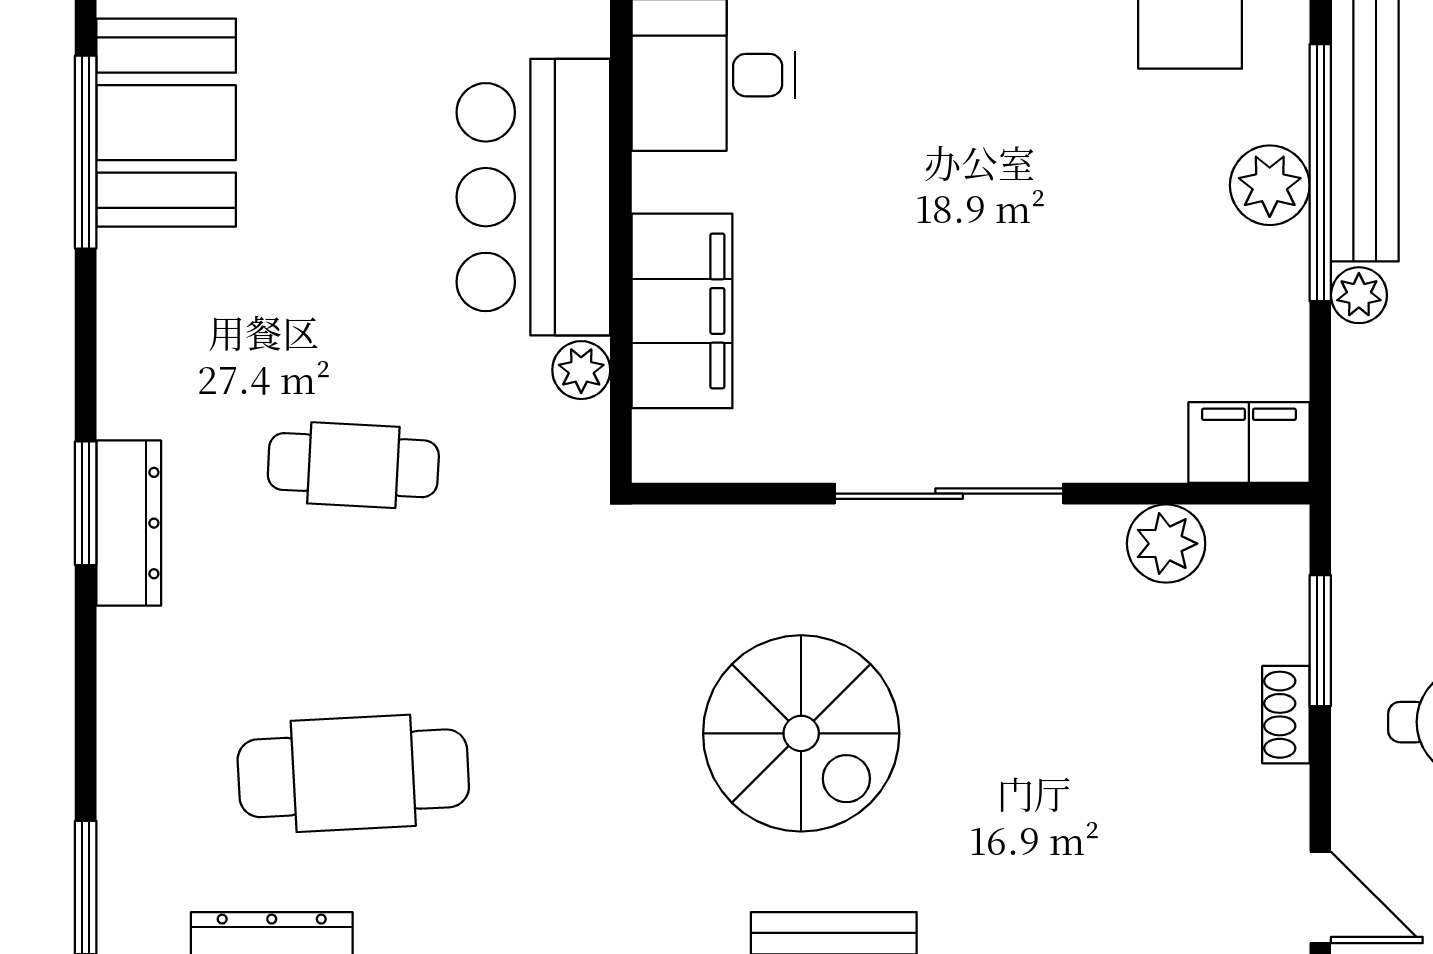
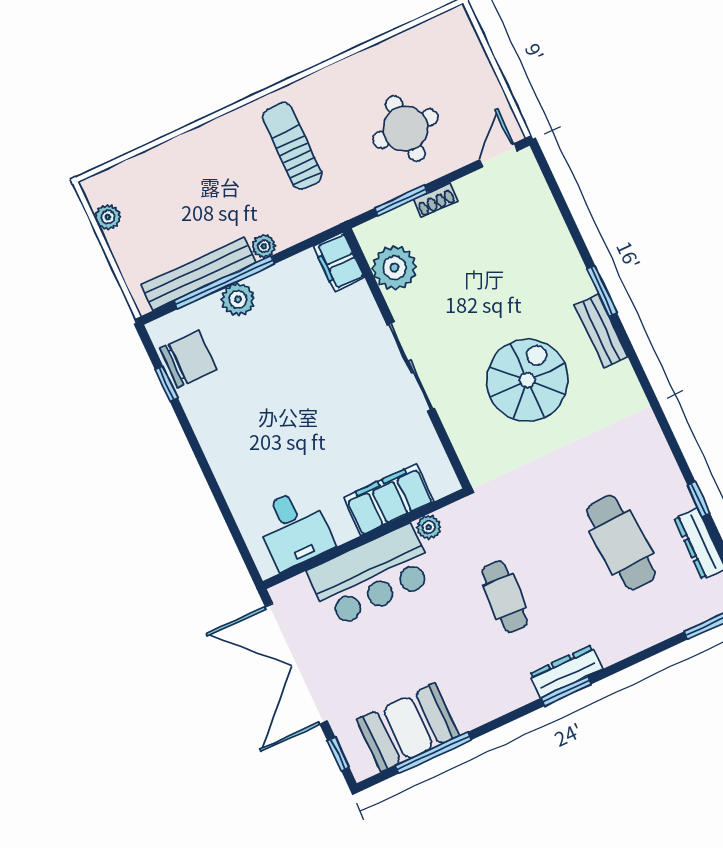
plant: (1166, 544) -> (394, 268), width x1.36, depth x1.36

